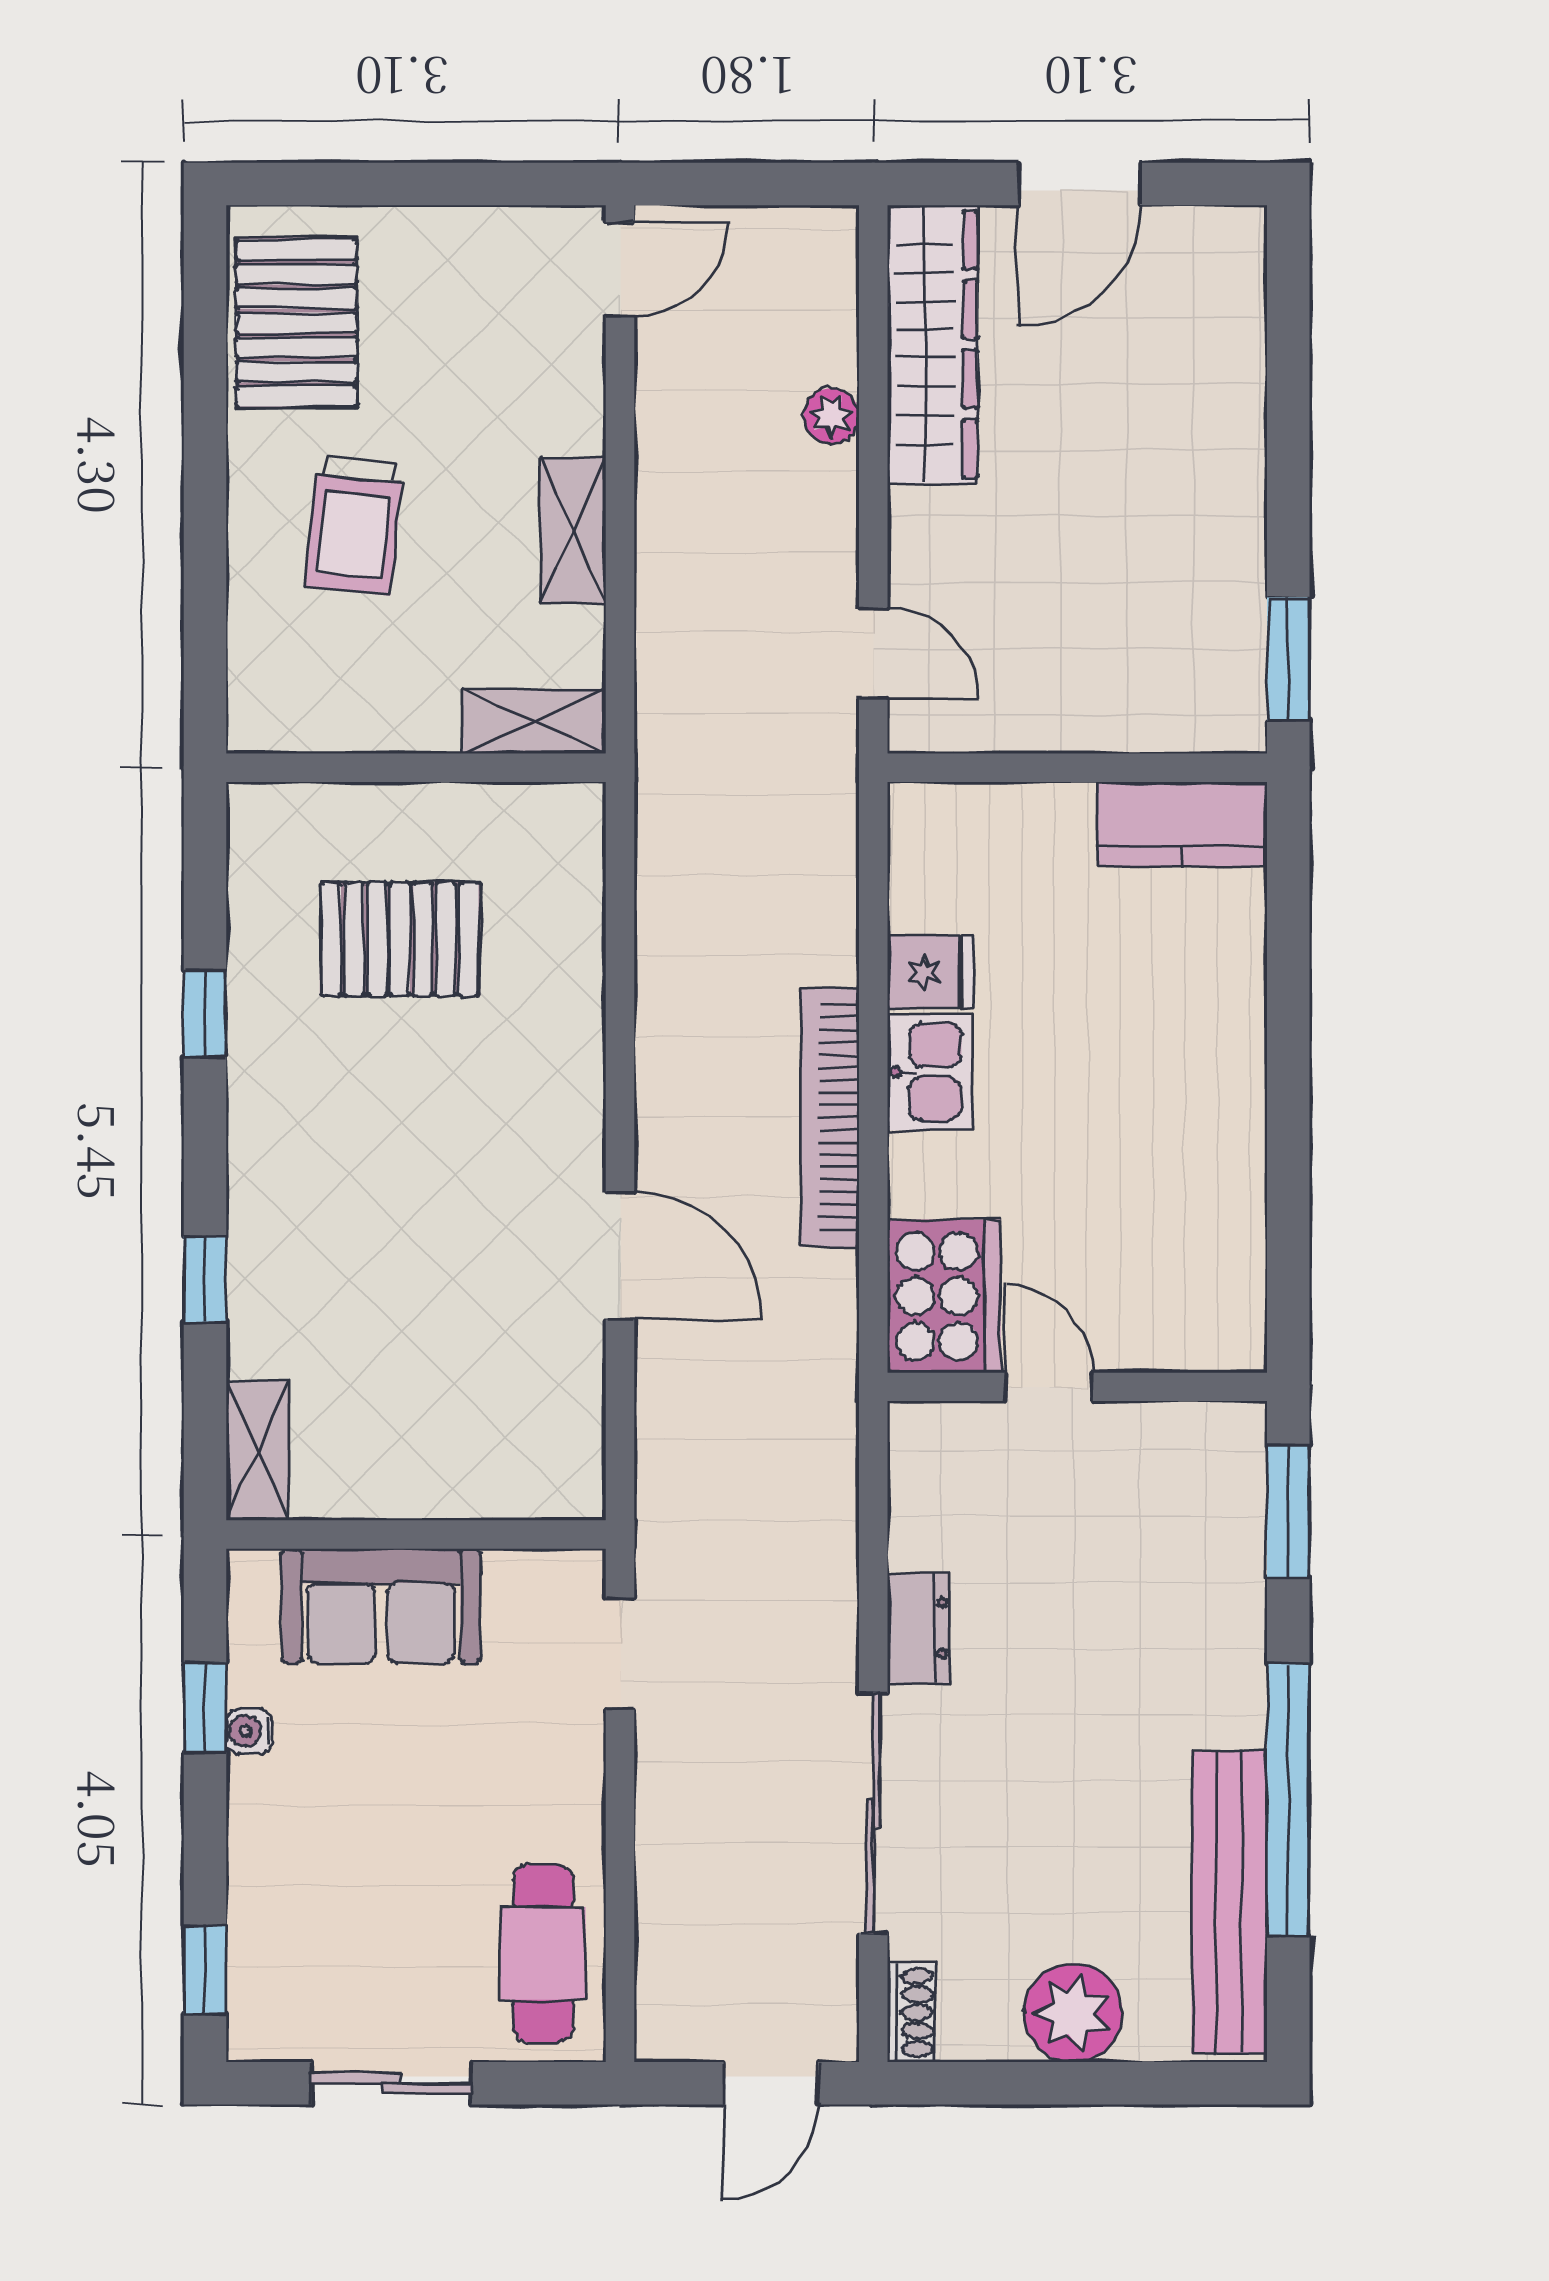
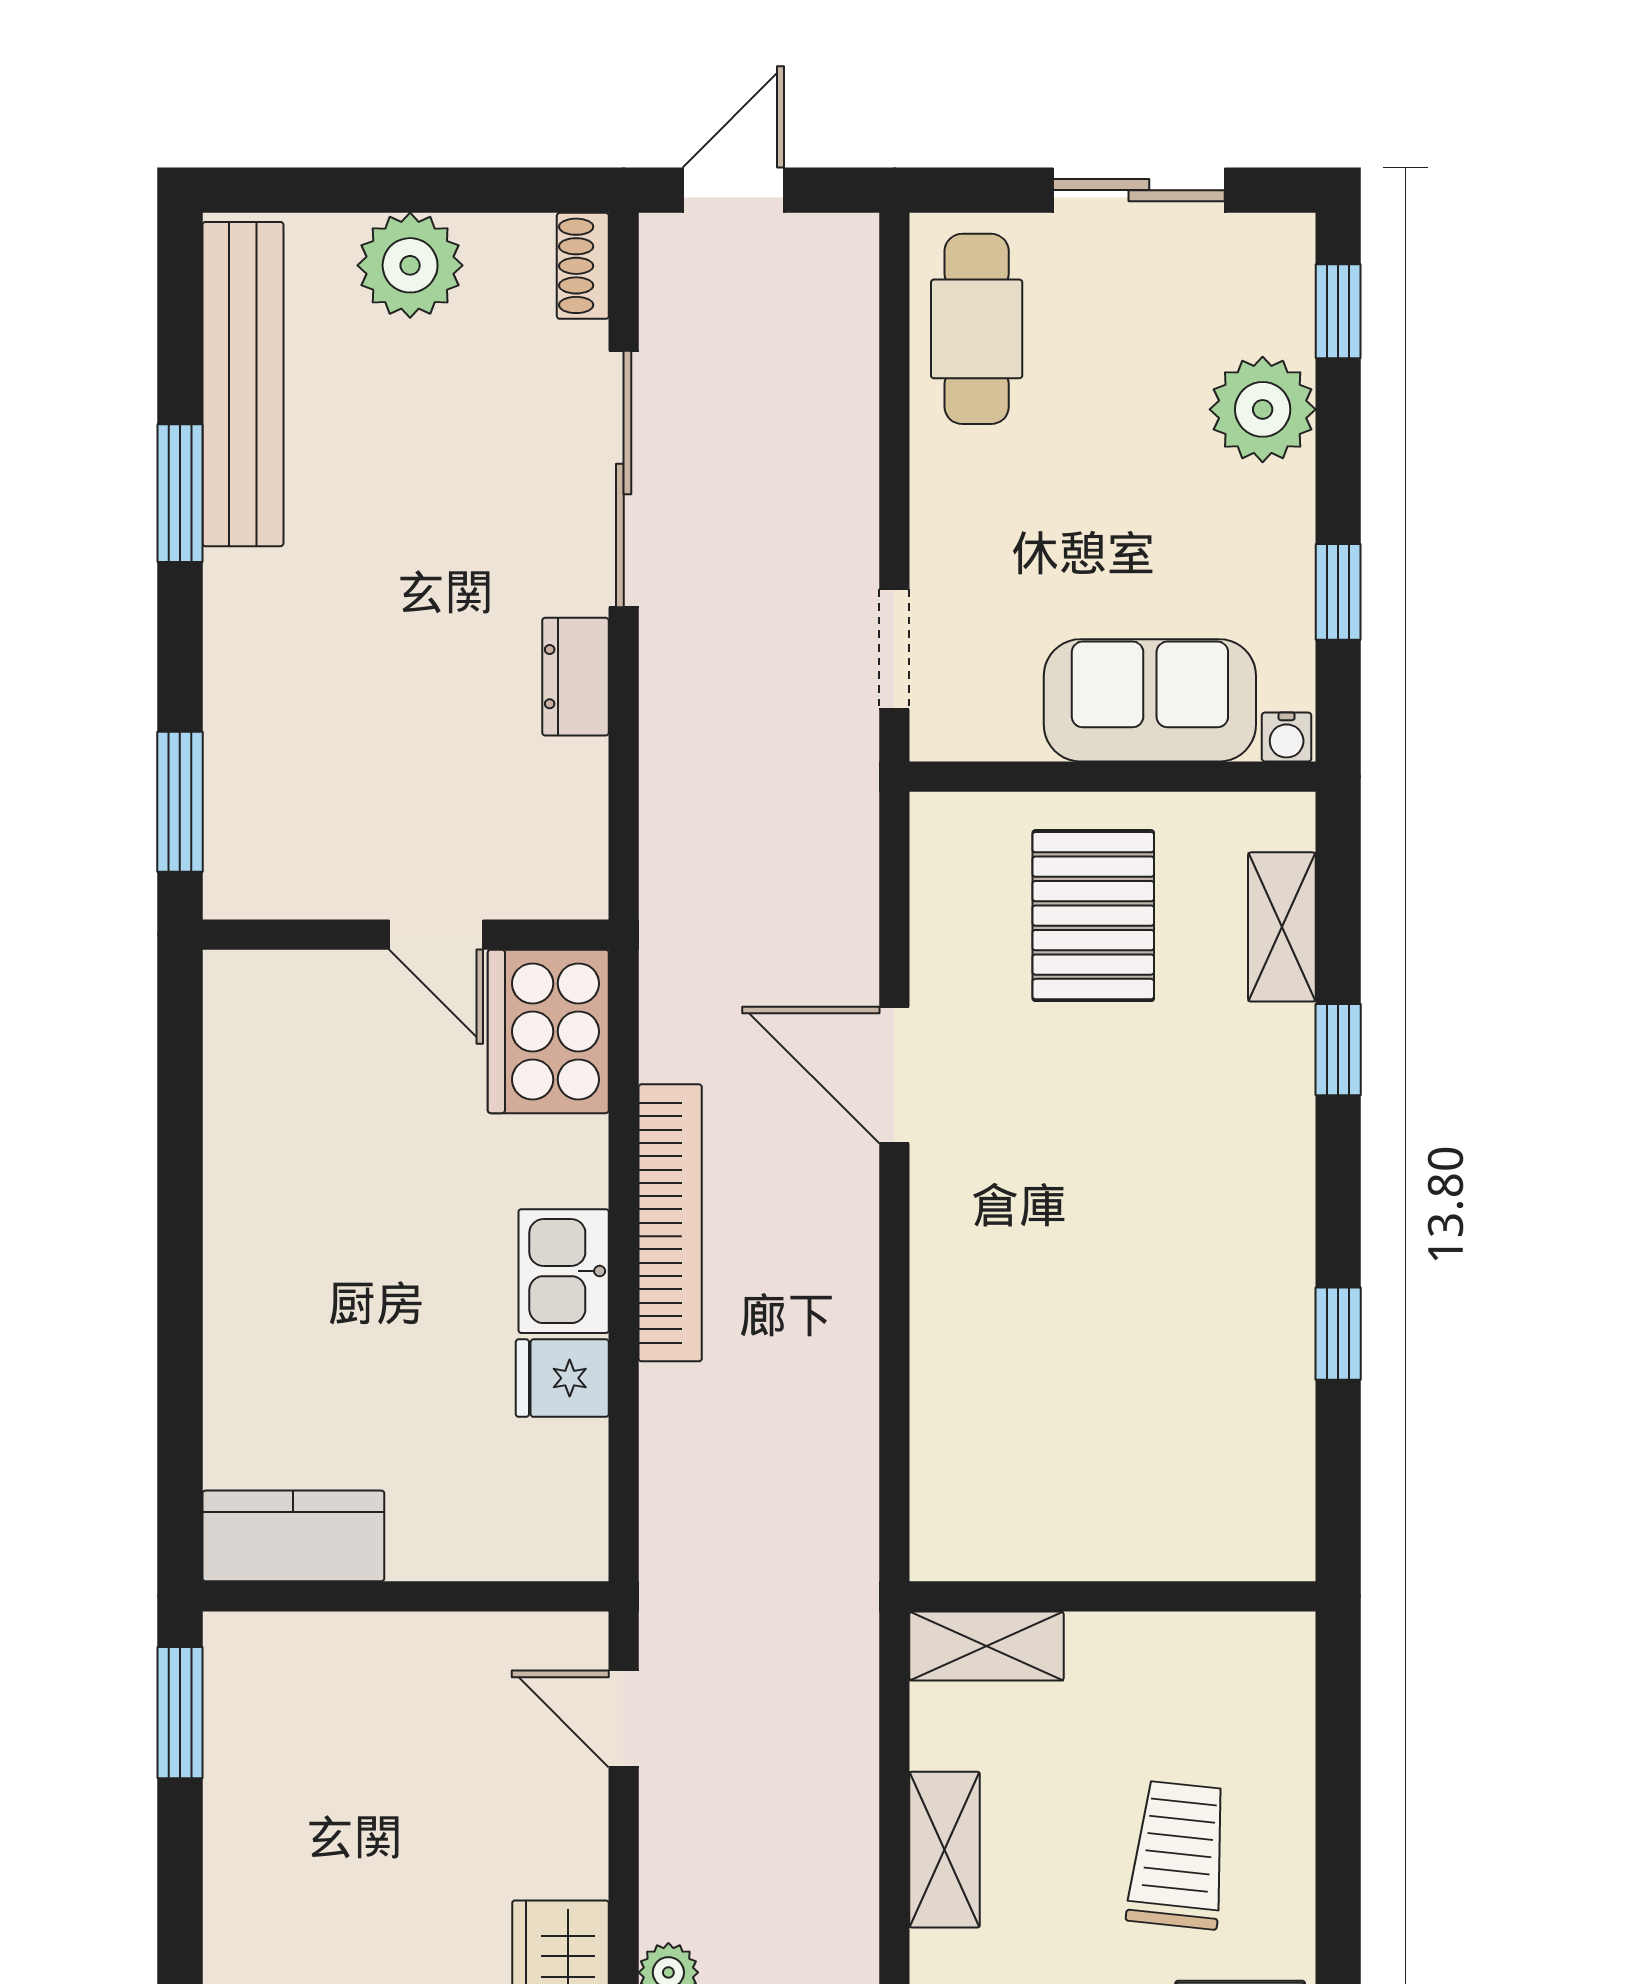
pallet: (400, 939) -> (1093, 916), moved, turned 90
shelving: (258, 1451) -> (1282, 927), moved
water cooler: (249, 1731) -> (1287, 737), moved, turned 90
window: (1288, 1800) -> (180, 493), width x0.47
plant: (276, 1878) -> (1263, 409), added

